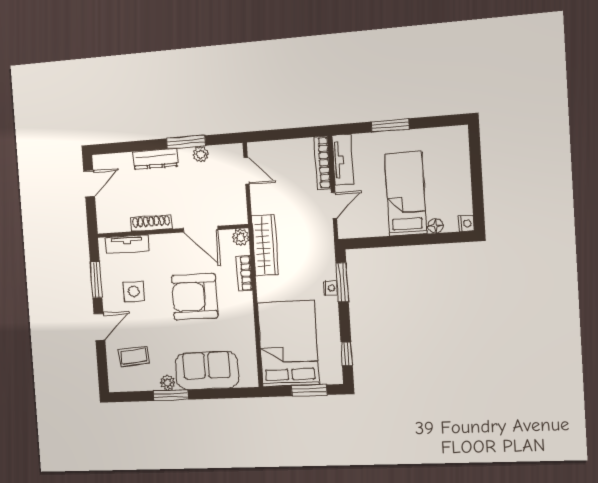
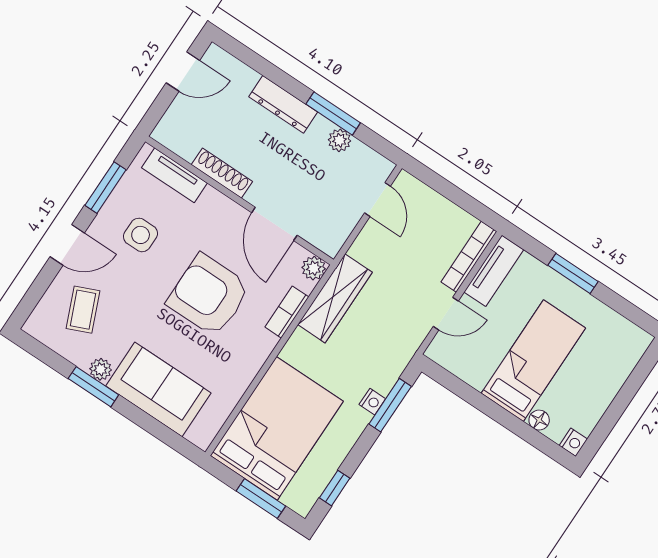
coffee table: (134, 356) -> (83, 310), turned 72

